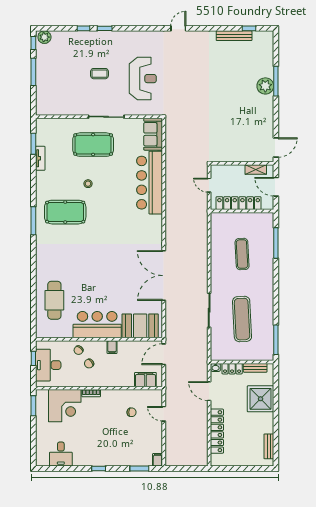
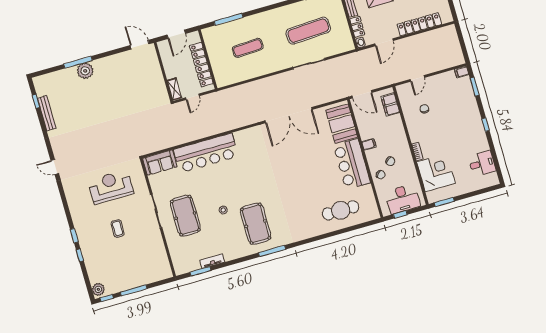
shelving: (256, 170) -> (174, 89), moved

